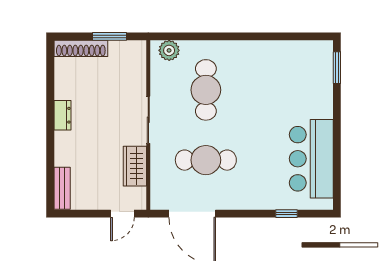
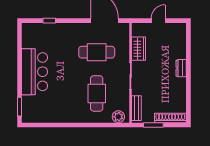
dresser: (62, 115) -> (181, 68), moved
bar counter: (311, 159) -> (35, 72), moved
bench: (62, 188) -> (136, 108), moved
door: (122, 214) -> (158, 21), moved

